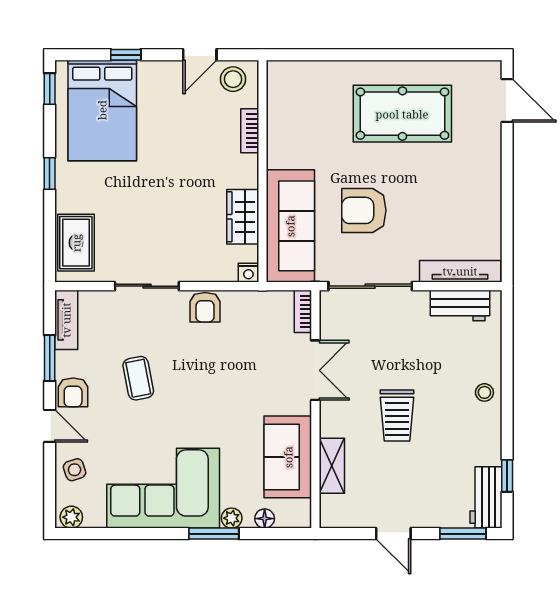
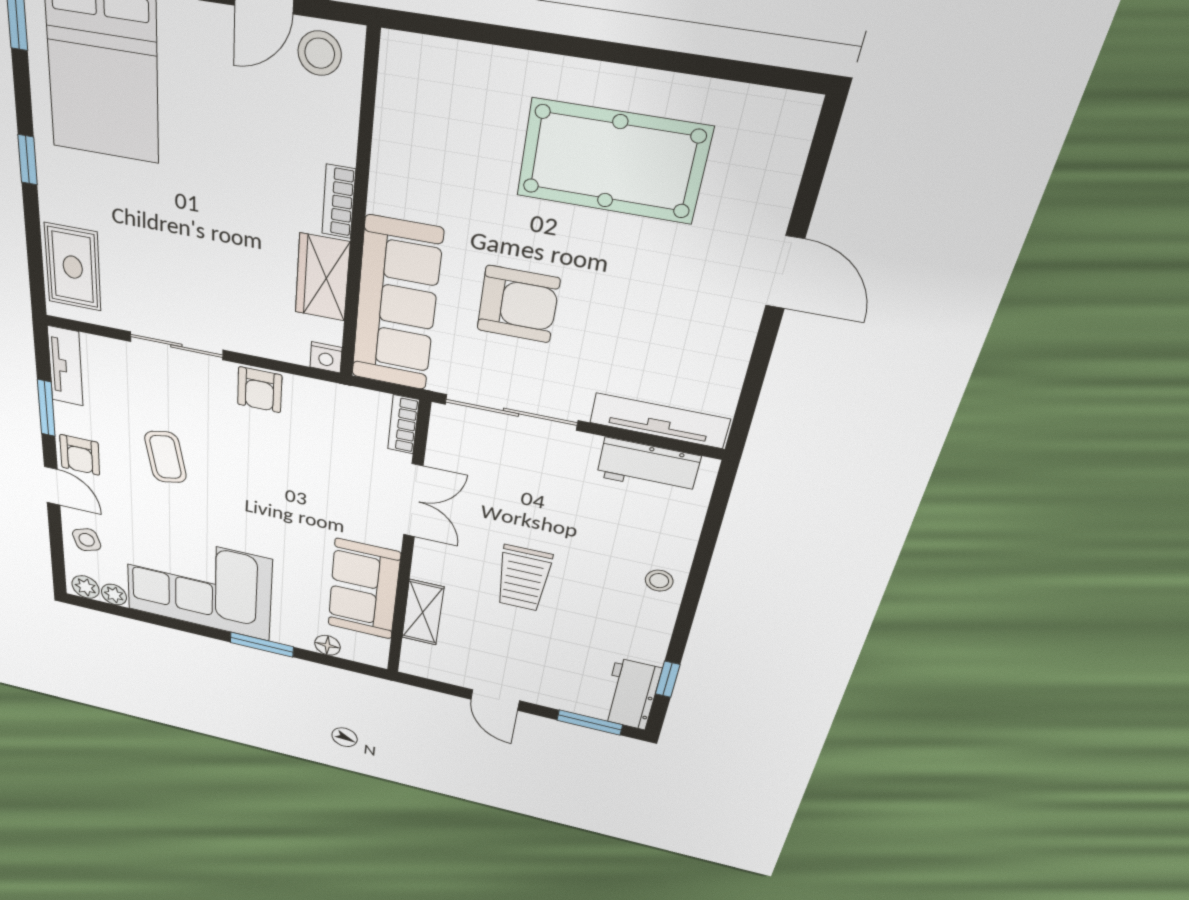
door: (507, 100) -> (785, 272), moved
bookcase: (250, 131) -> (339, 201), moved
armchair: (364, 210) -> (518, 304), turned 180
plant: (232, 518) -> (114, 595), moved

